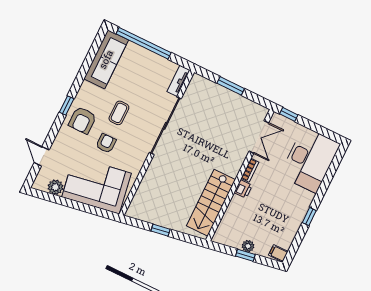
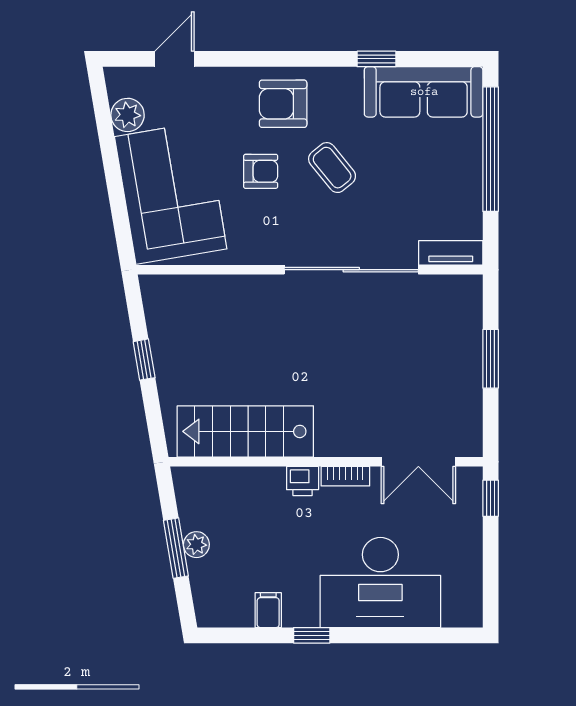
window: (67, 105) -> (376, 59), moved
coffee table: (119, 113) -> (332, 168), turned 51
desk: (310, 160) -> (380, 583), moved
filing cabinet: (278, 253) -> (268, 610), moved
window: (245, 255) -> (176, 548), width x1.50

